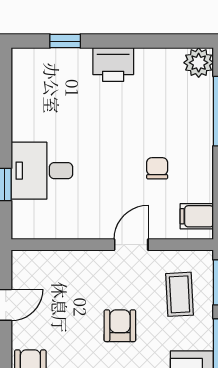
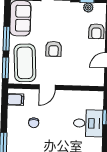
coffee table: (180, 294) -> (25, 63), width x1.86, depth x1.72

